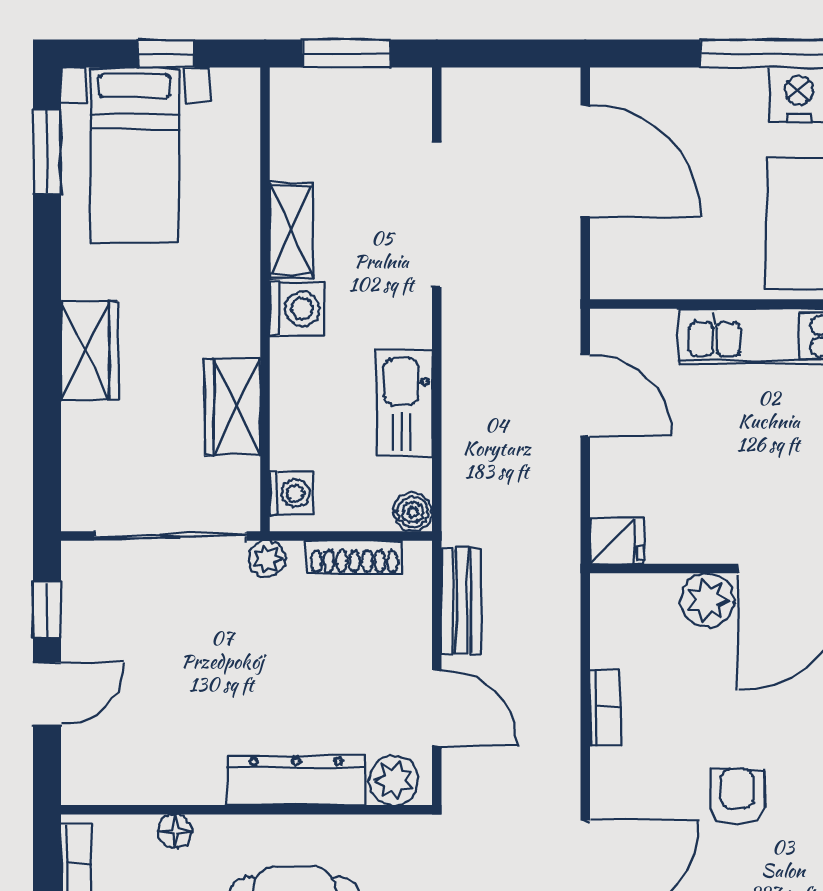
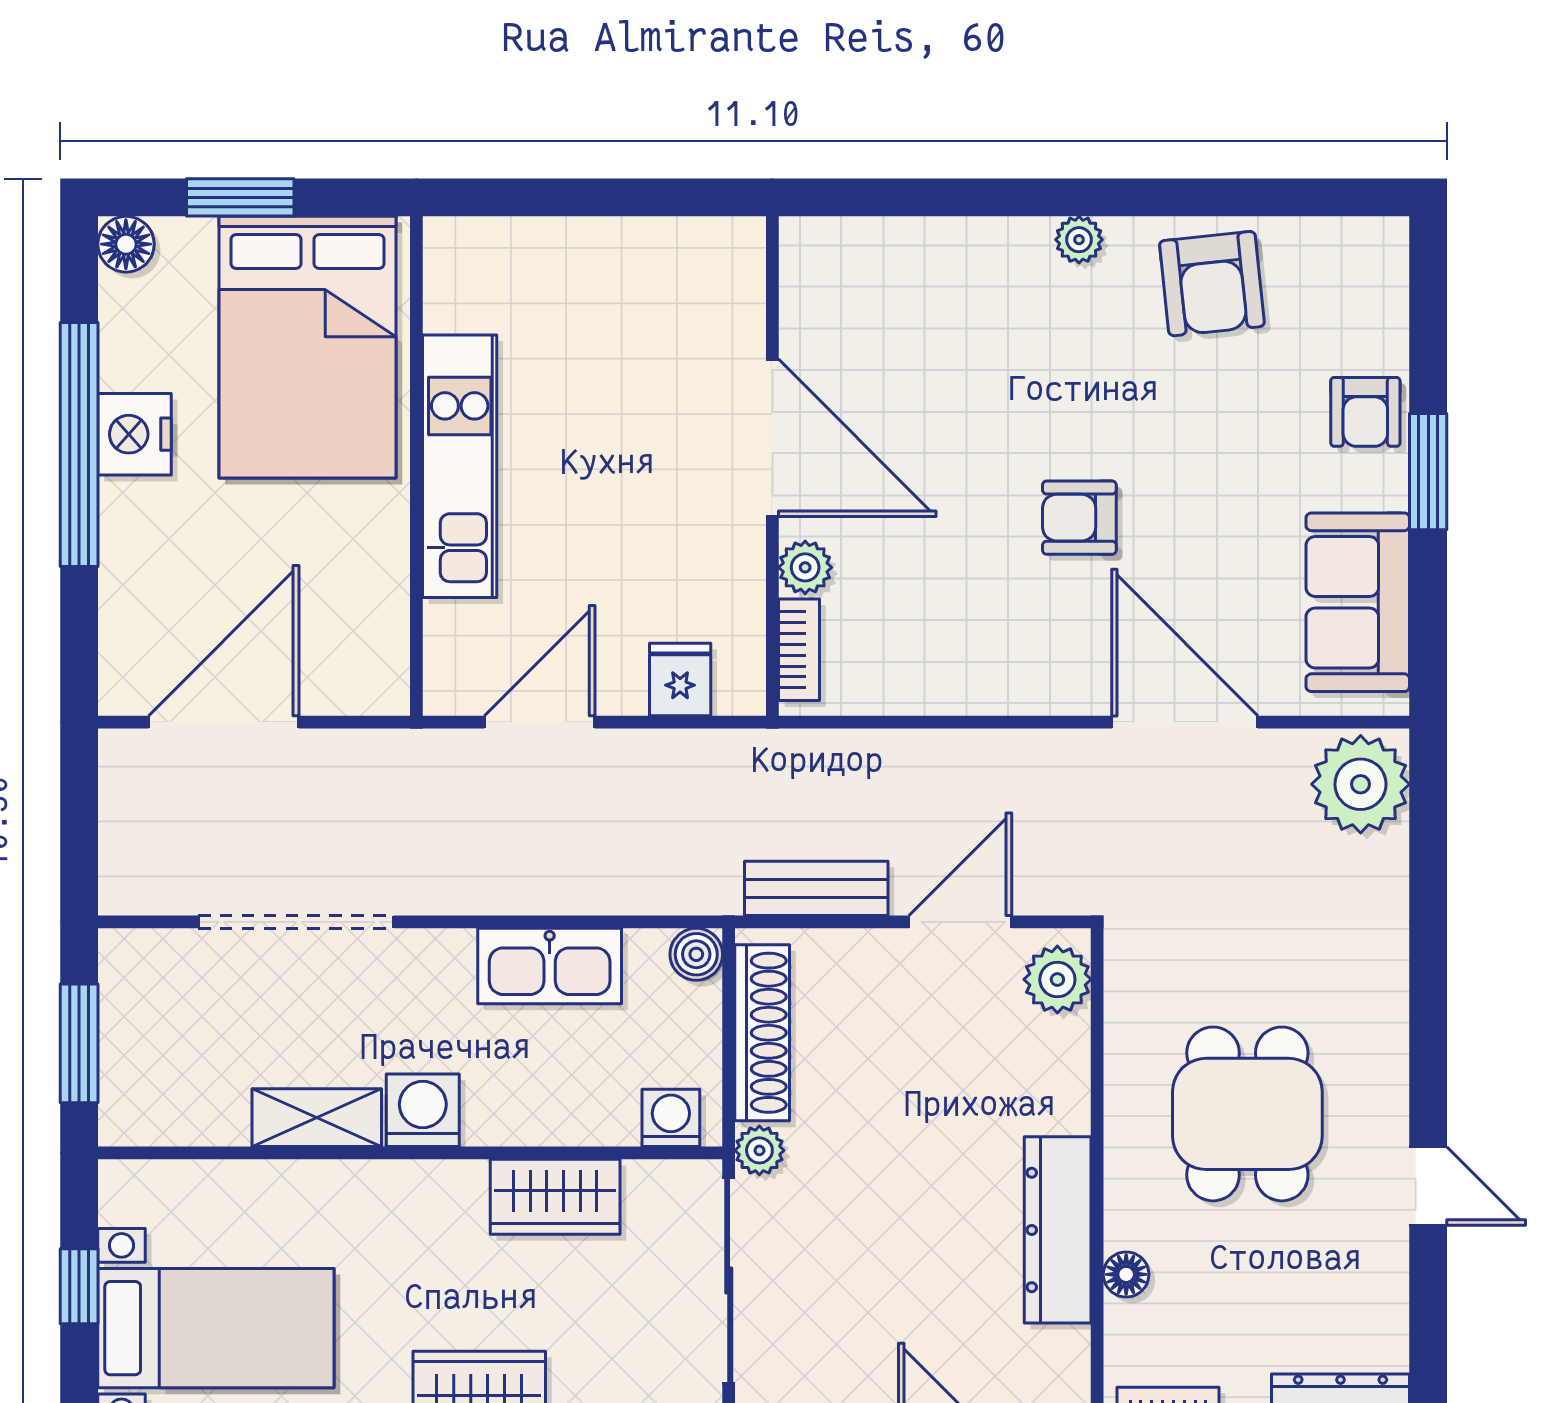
fridge: (617, 541) -> (680, 679), moved
shoe rack: (354, 557) -> (762, 1033), width x1.36, depth x1.24
plant: (708, 600) -> (805, 567), width x0.73, depth x0.73
bookcase: (605, 708) -> (799, 650), moved, turned 90
dresser: (296, 780) -> (1058, 1230), moved

